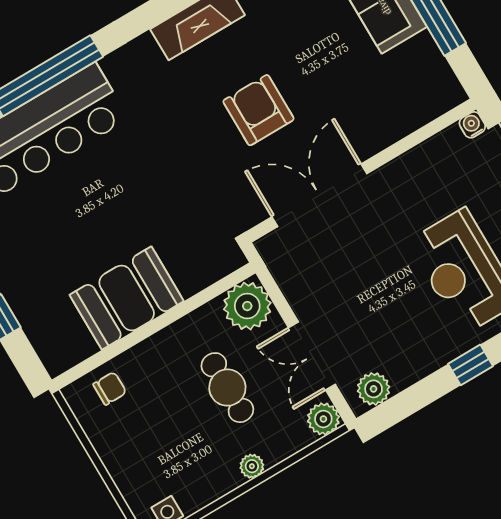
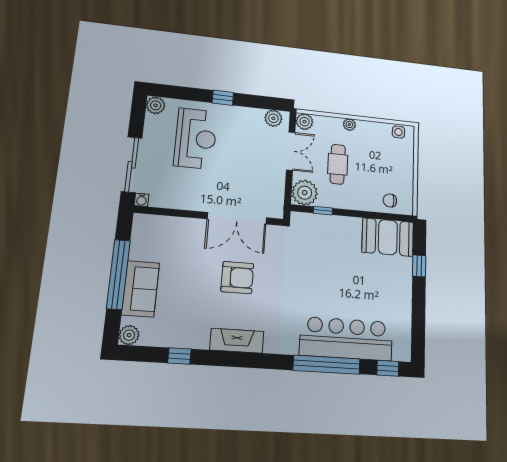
armchair: (258, 110) -> (237, 277), turned -90
booth: (127, 298) -> (388, 237), moved
window: (202, 298) -> (323, 211), added

